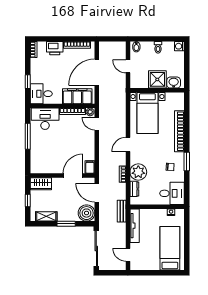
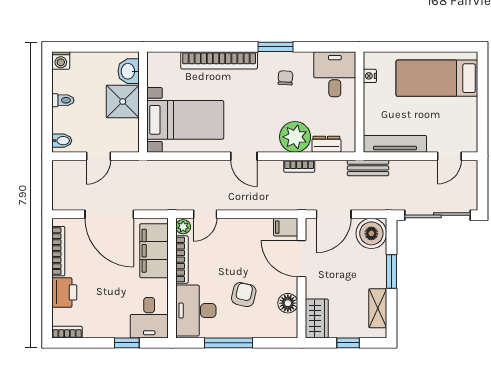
armchair: (54, 144) -> (244, 295), added
floor lamp: (49, 168) -> (288, 303), added

